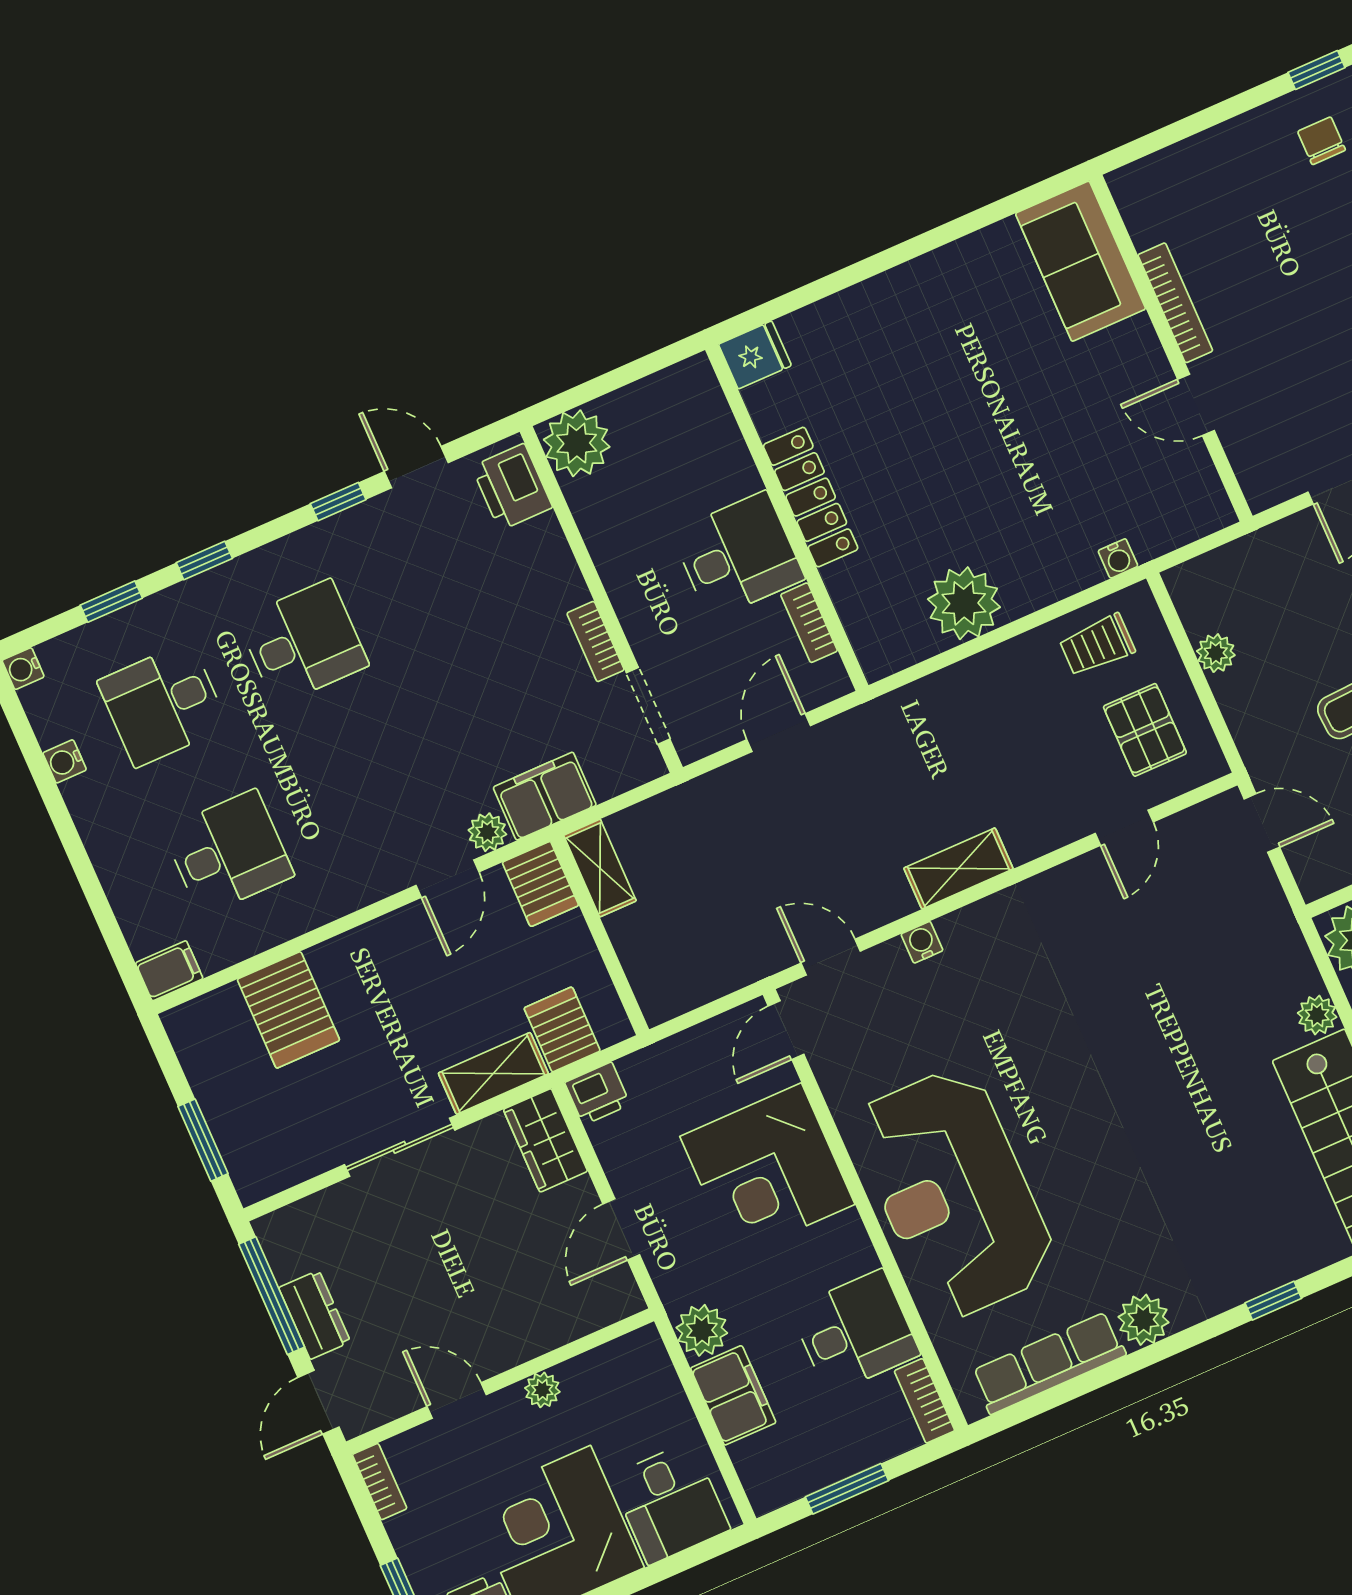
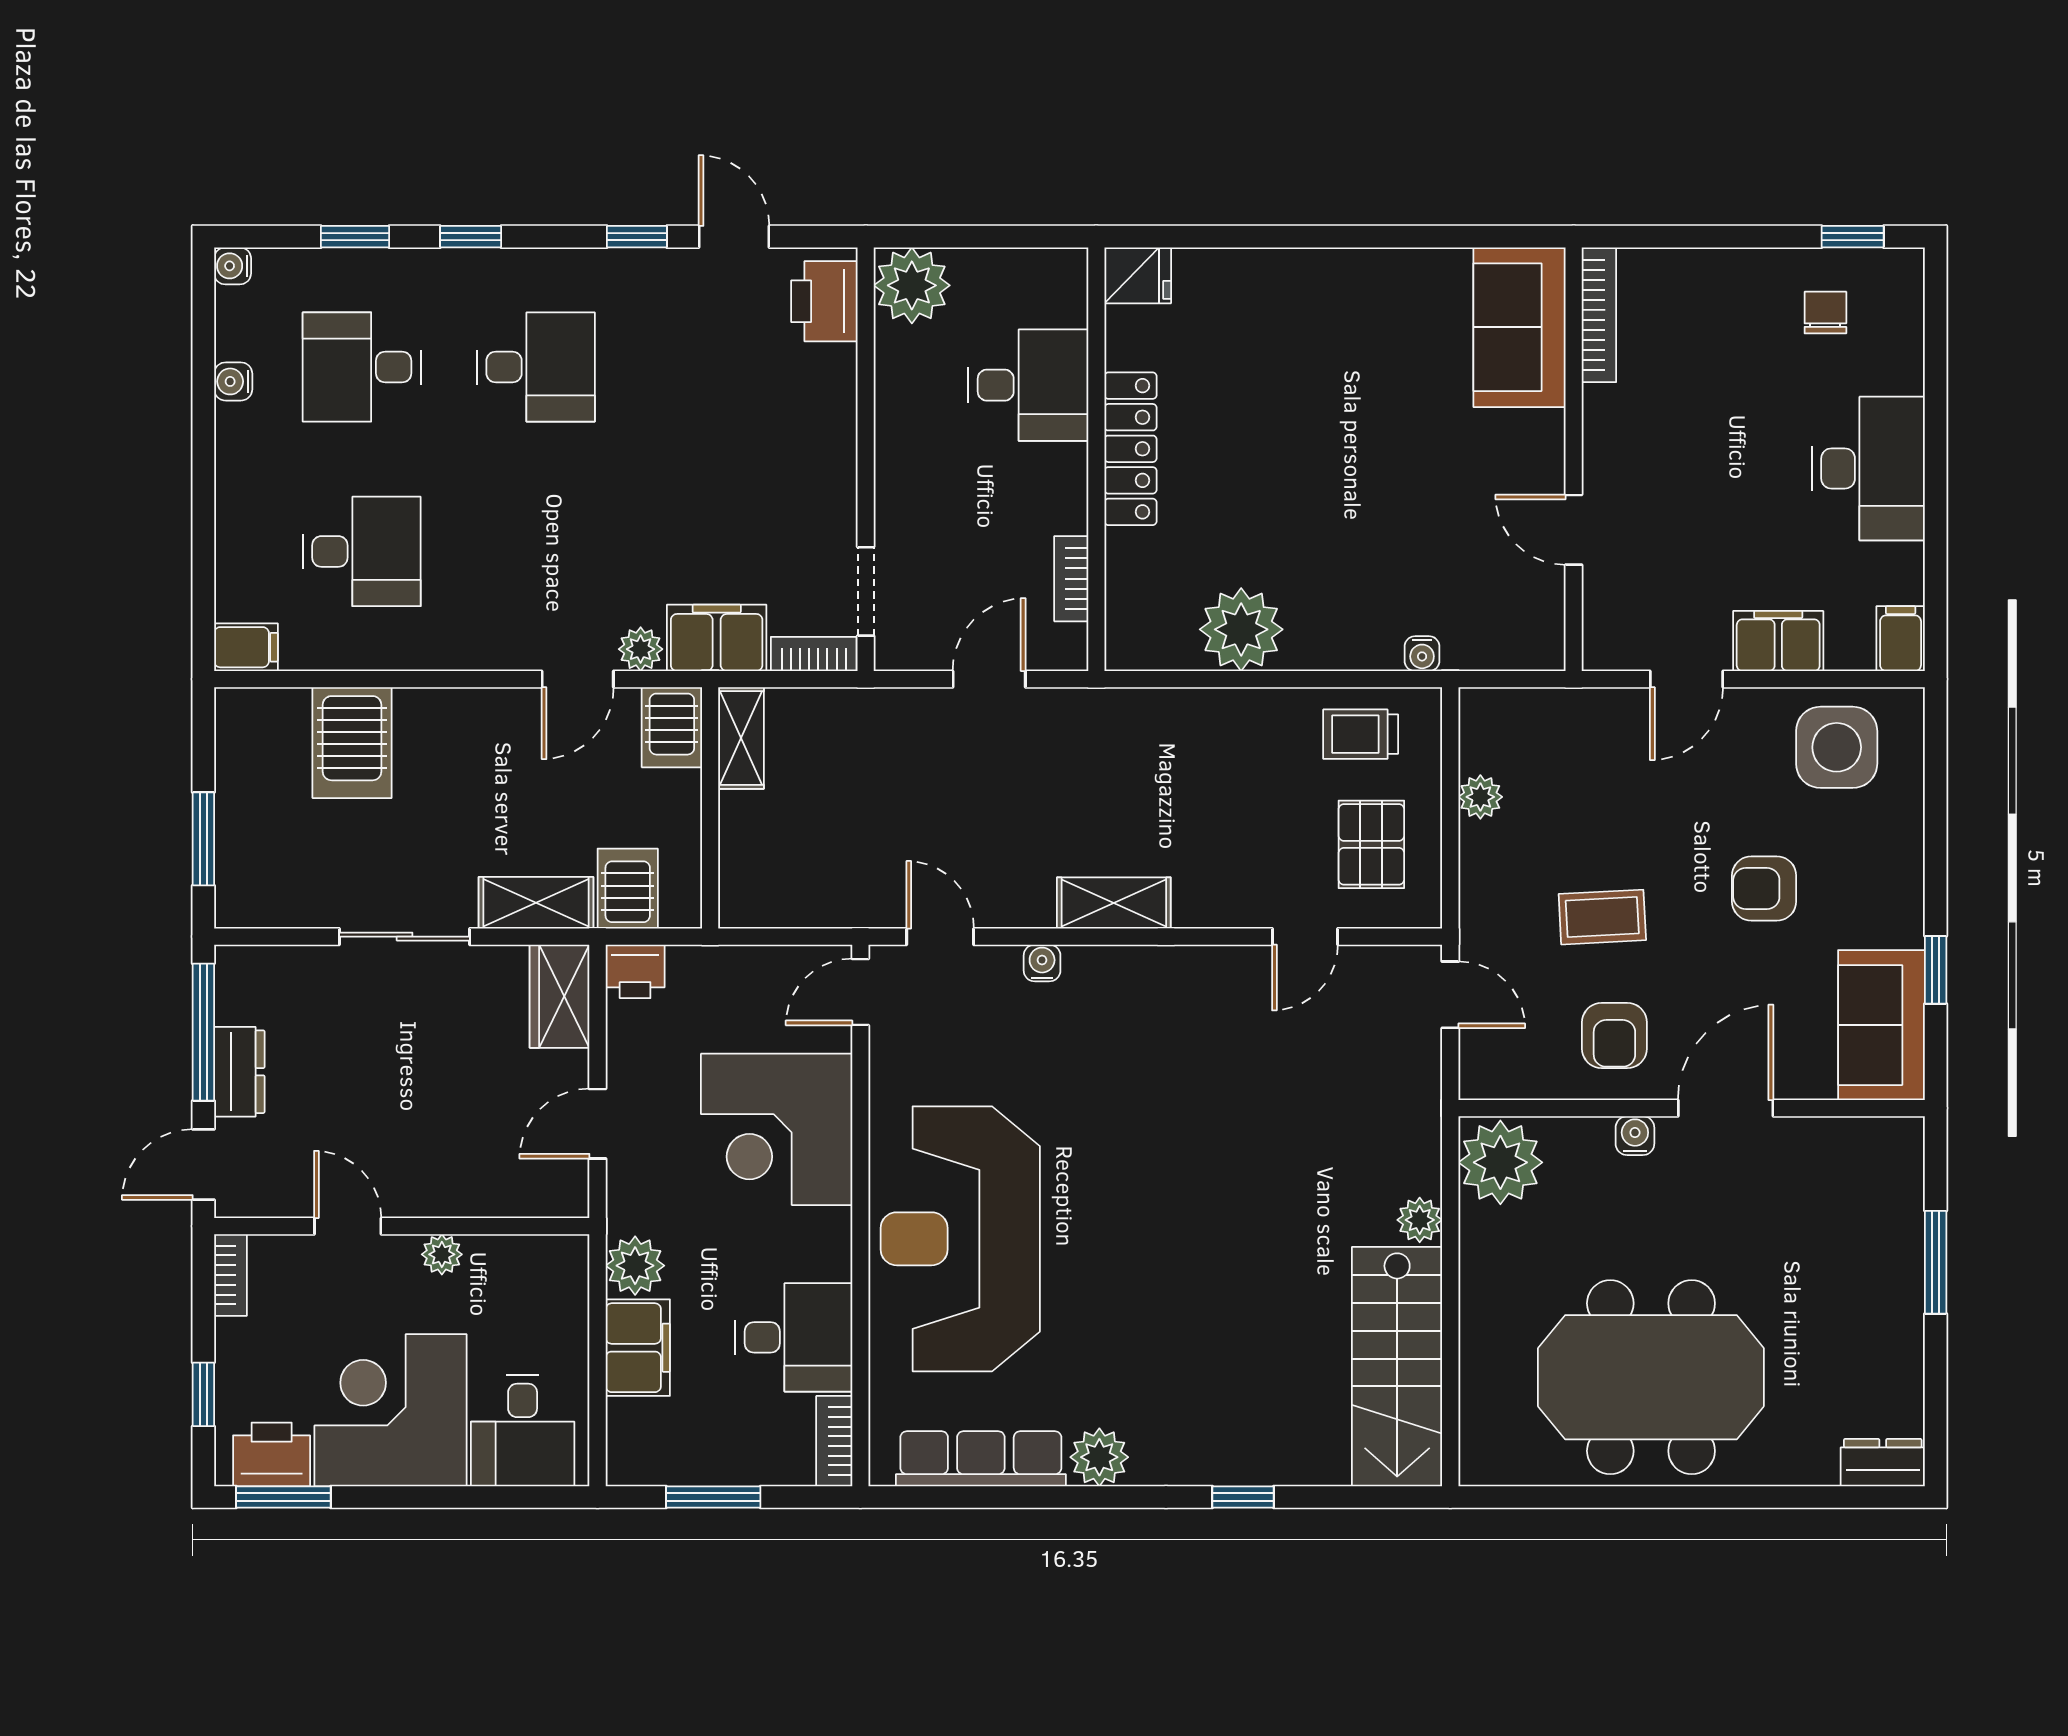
bookcase: (1175, 303) -> (1599, 315), moved
desk: (738, 555) -> (1028, 385), moved
bookcase: (596, 641) -> (814, 654), moved, turned 90

